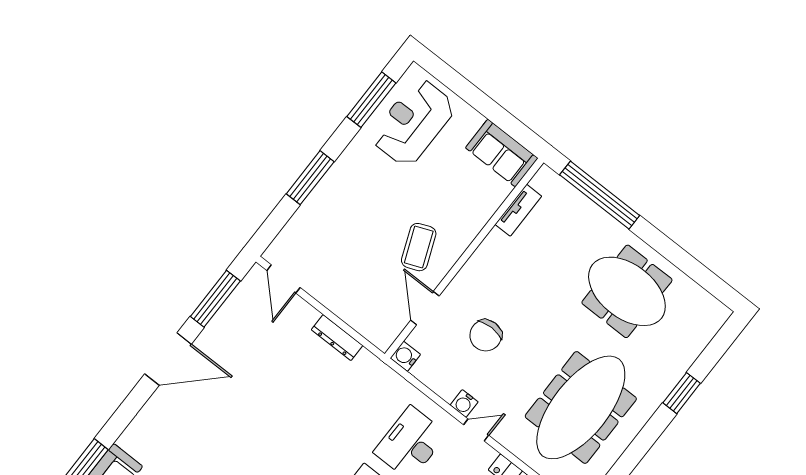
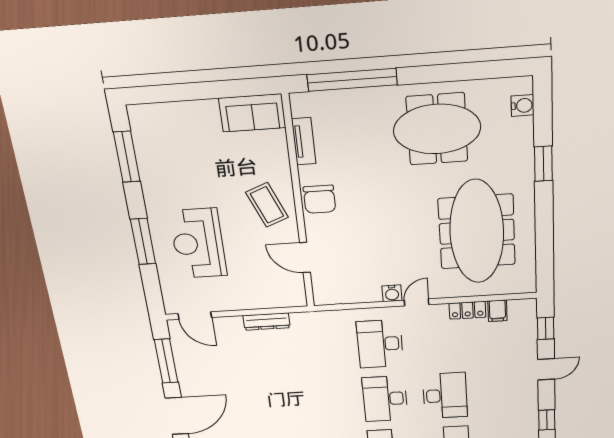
reception desk: (413, 122) -> (198, 243), moved
coffee table: (419, 247) -> (267, 205), moved
chair: (486, 335) -> (319, 199), moved
water cooler: (405, 356) -> (523, 105), moved, turned 180

